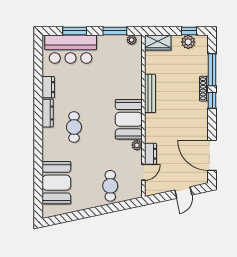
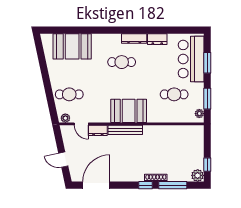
wardrobe: (158, 42) -> (197, 137), removed
plant: (188, 42) -> (198, 175), moved
cafe table: (110, 68) -> (174, 94), added
bench: (150, 93) -> (125, 130), moved
plant: (137, 145) -> (65, 118), moved

